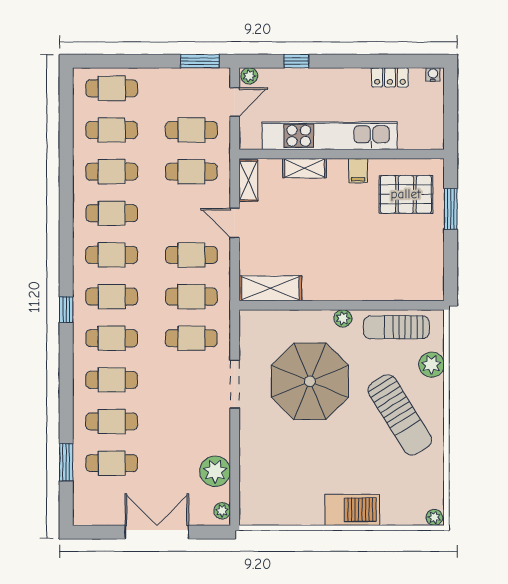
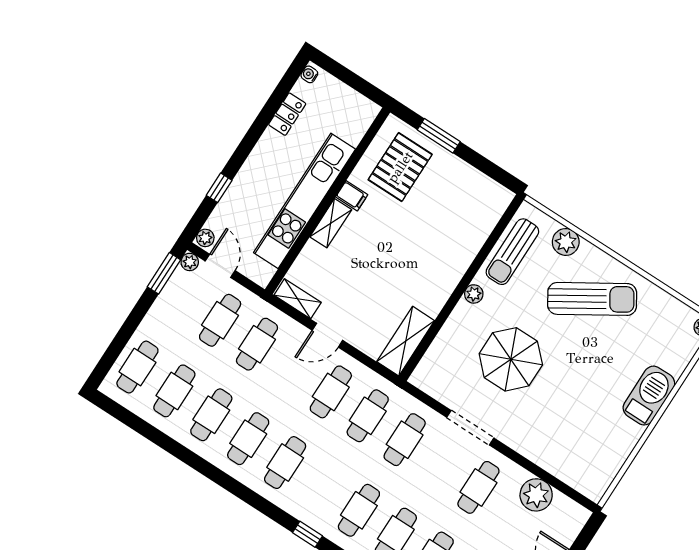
shelving: (304, 168) -> (331, 223), moved
cafe table: (112, 297) -> (478, 487), moved
parasol: (310, 381) -> (511, 359), width x0.73, depth x0.73
plant: (222, 511) -> (190, 262), moved

